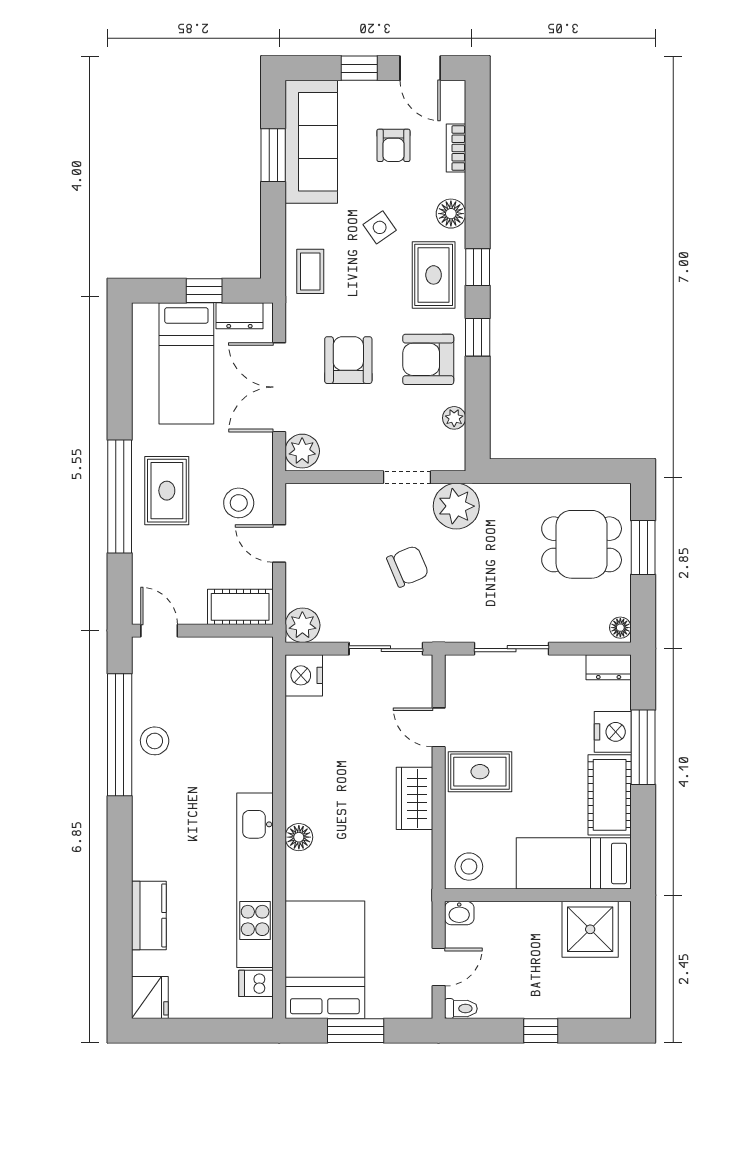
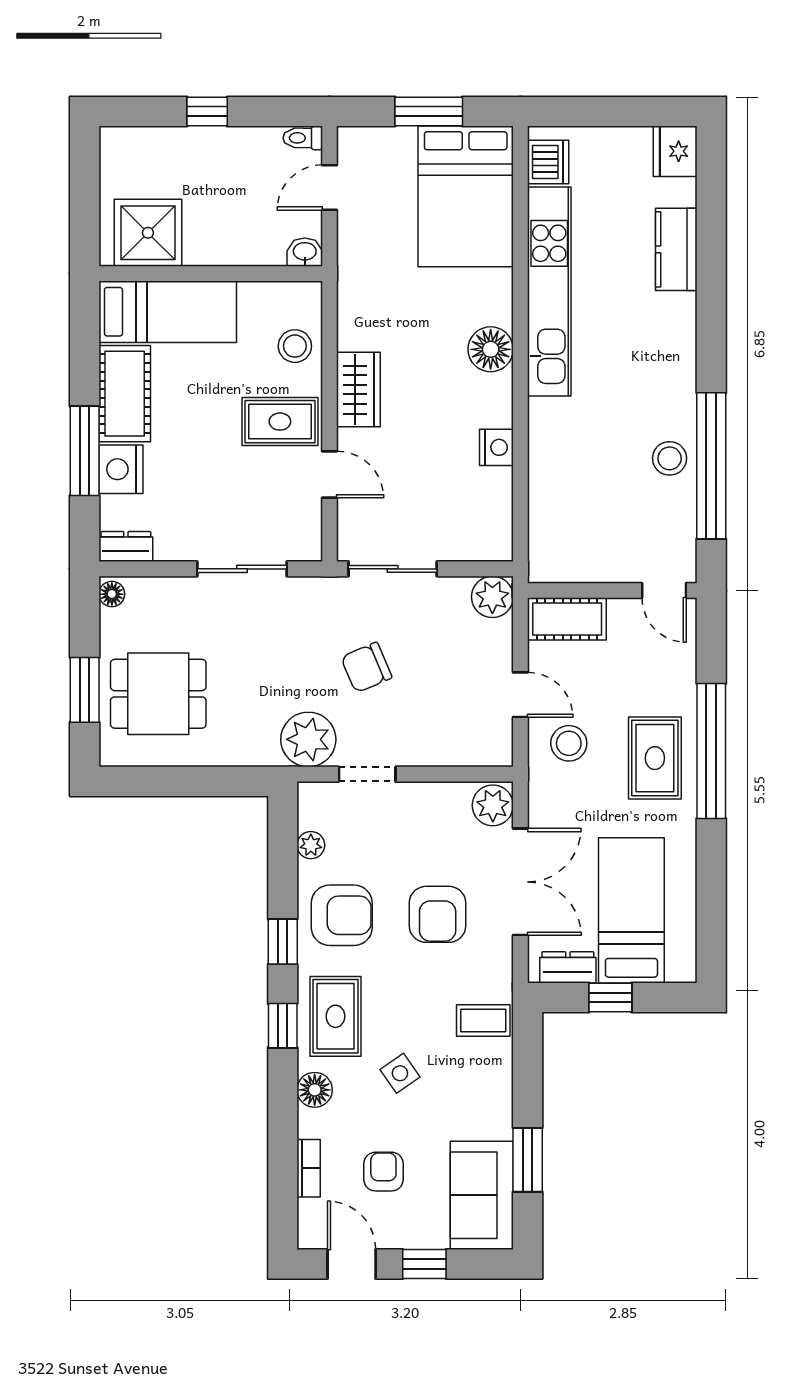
sofa: (311, 142) -> (482, 1195), width x0.73
coffee table: (310, 271) -> (483, 1020), turned 90
nightstand: (304, 675) -> (496, 447), moved, width x0.74, depth x0.75
floor lamp: (299, 837) -> (491, 349), width x1.38, depth x1.38
stool: (469, 867) -> (295, 346), moved
dishwasher: (256, 983) -> (548, 162), width x1.38

